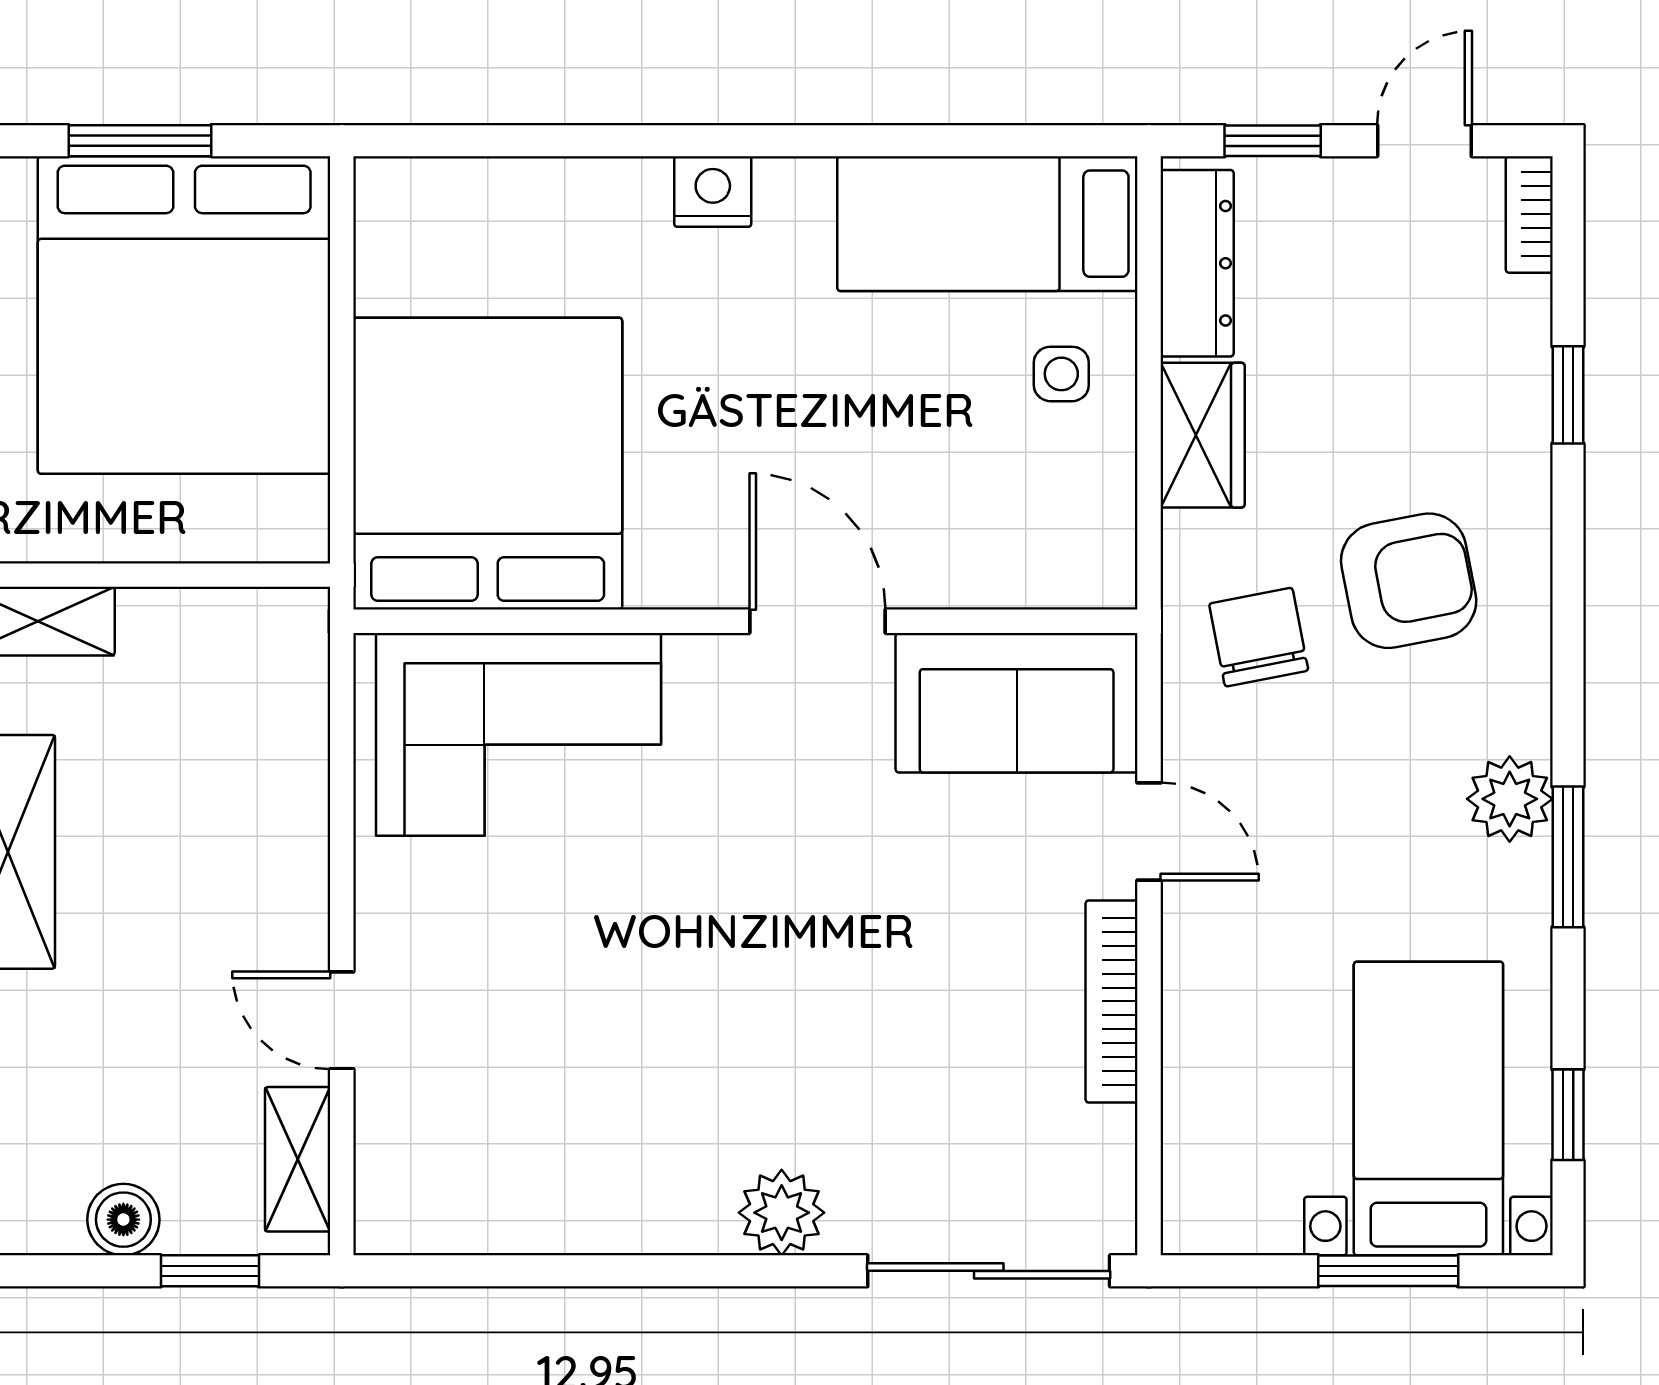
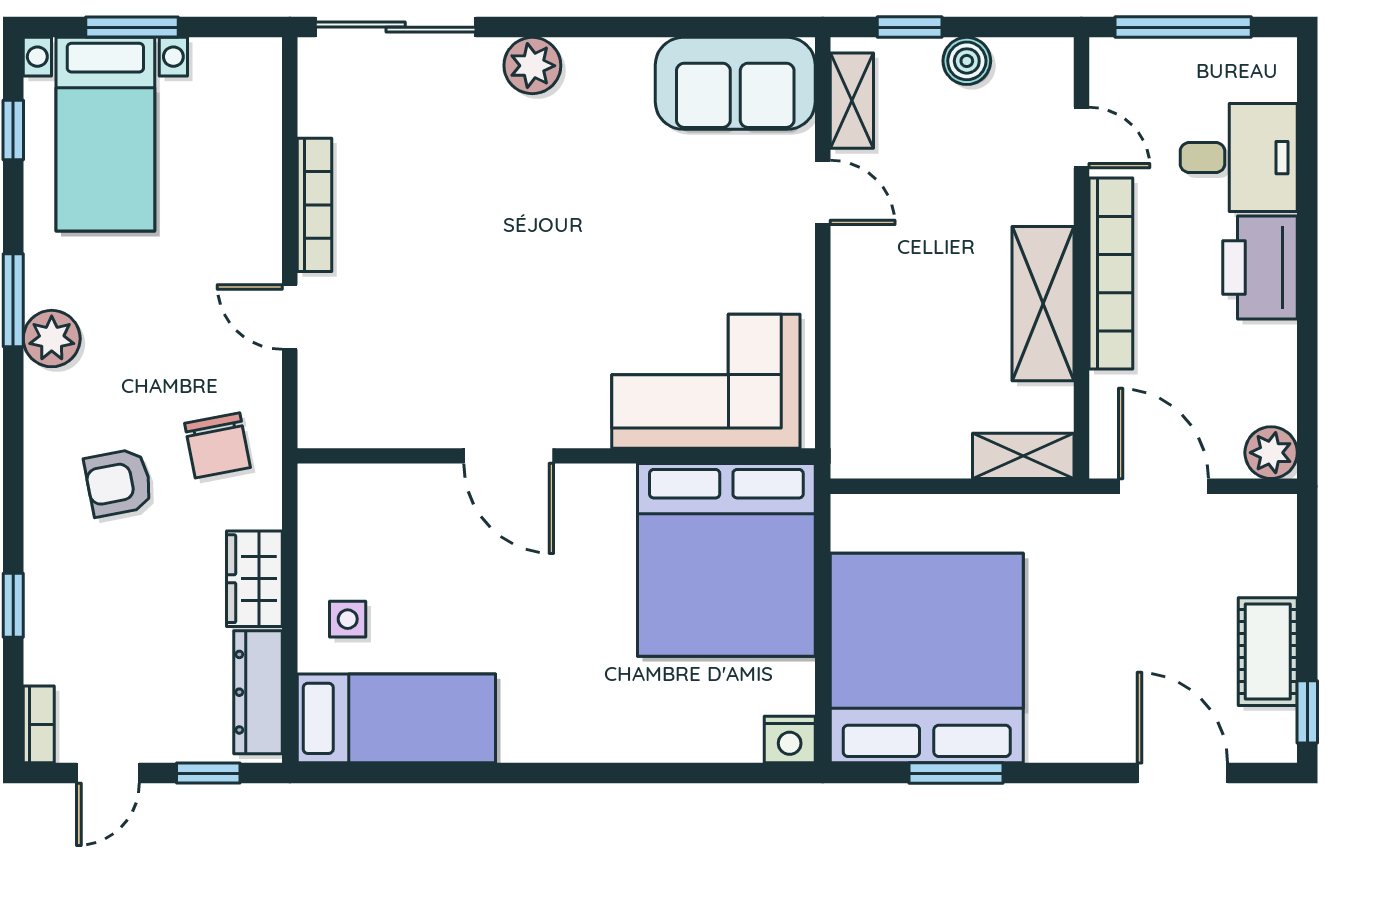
nightstand: (713, 192) -> (790, 740), moved
armchair: (1409, 581) -> (118, 483), width x0.72, depth x0.72
sofa: (1017, 703) -> (735, 83), moved, turned 180

